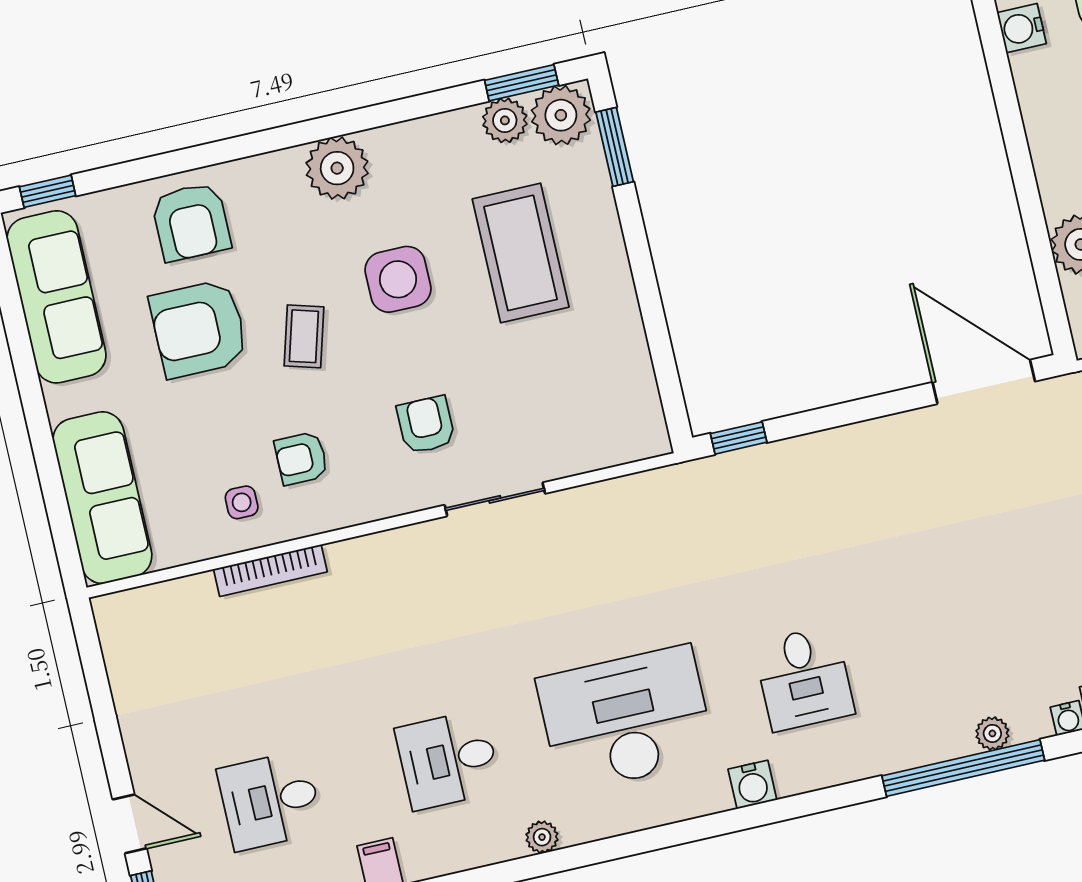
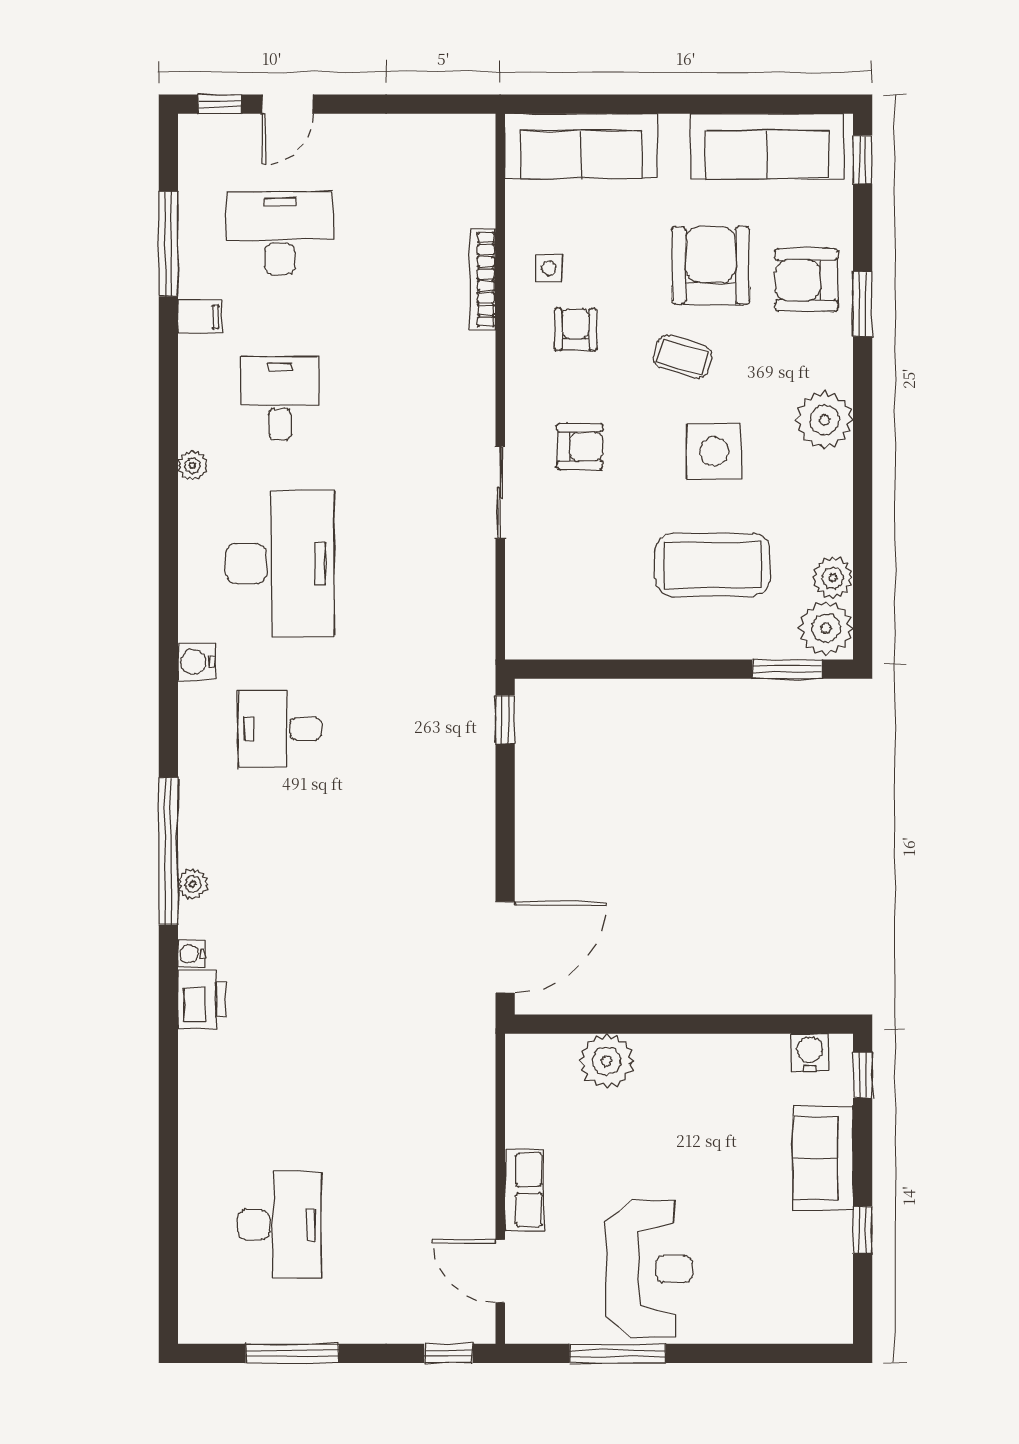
window: (522, 83) -> (863, 304), moved
desk: (270, 801) -> (280, 233), width x1.37

